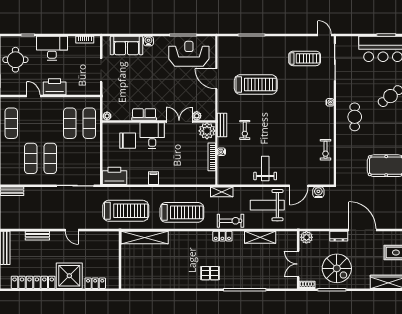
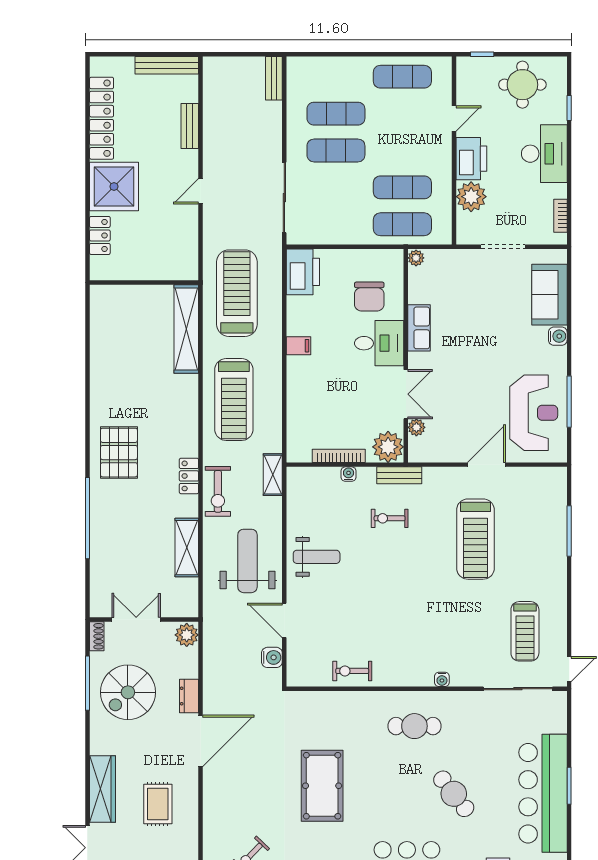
plant: (75, 87) -> (471, 197), added
treadmill: (126, 211) -> (237, 293), turned 180
pallet: (210, 273) -> (119, 453), width x1.50, depth x1.42

